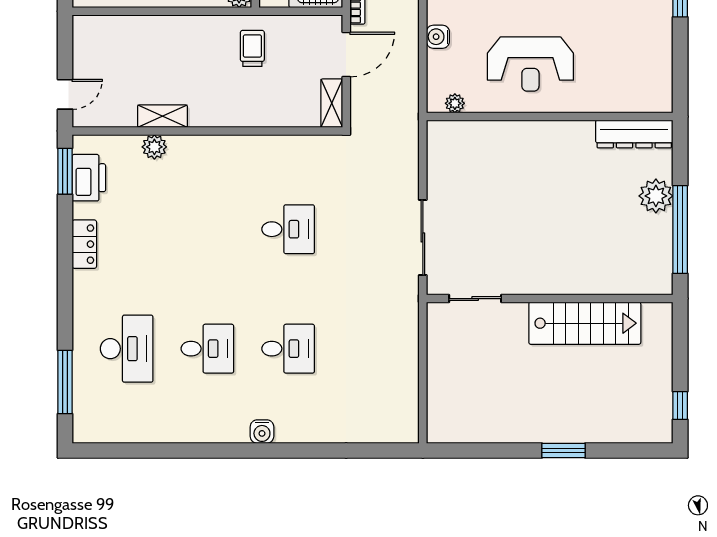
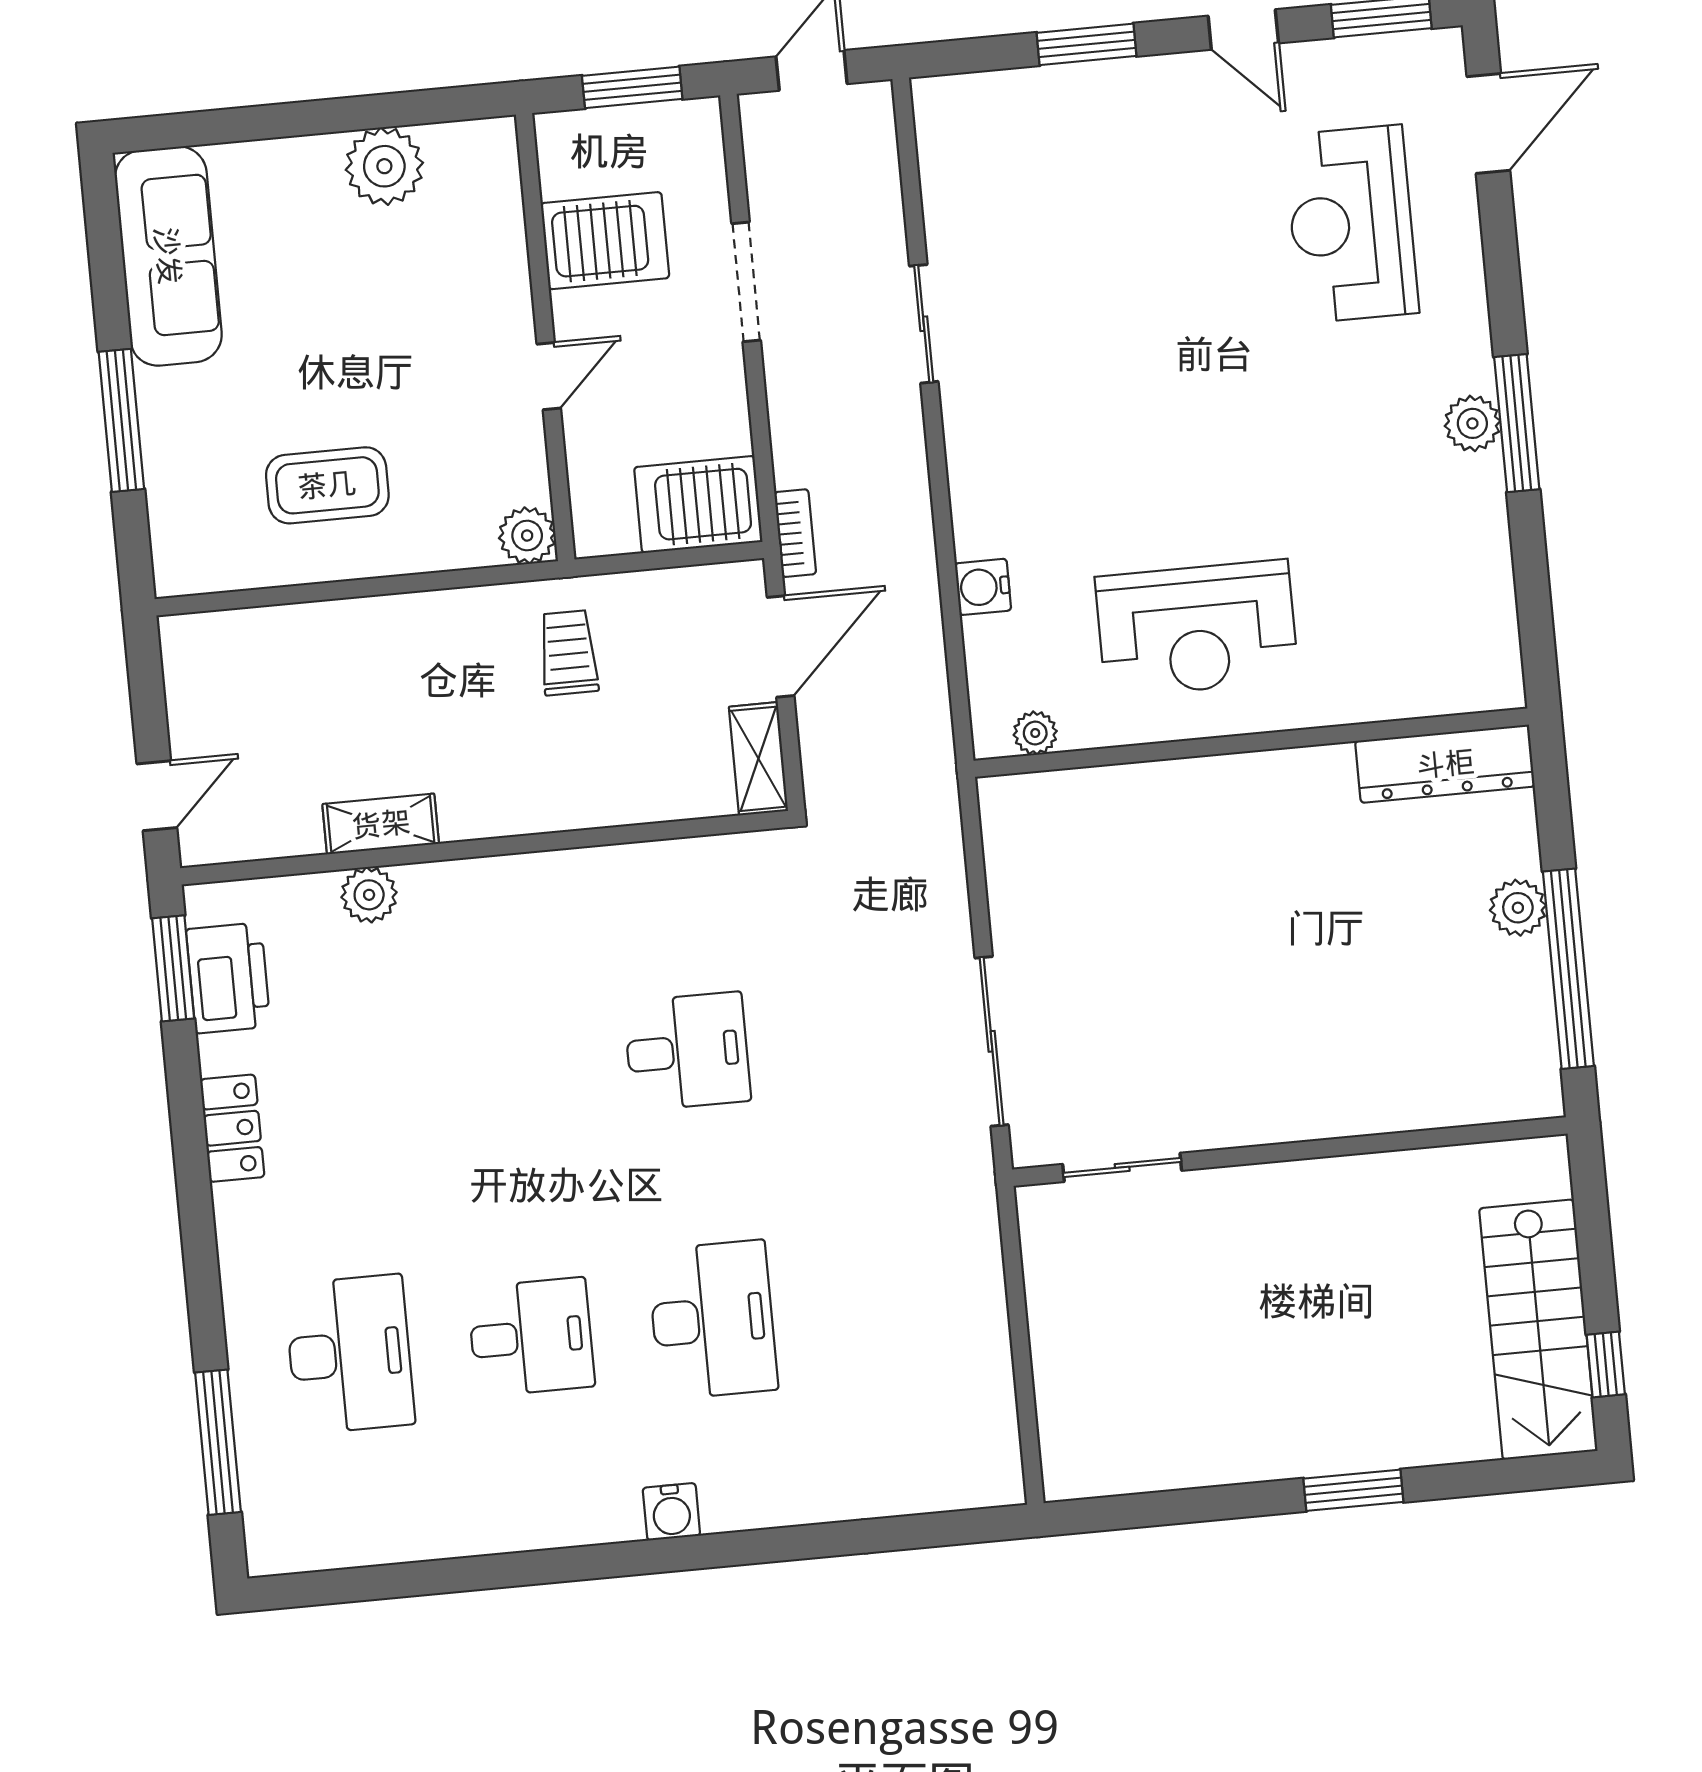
plant: (656, 196) -> (1518, 908), width x0.73, depth x0.73
stairs: (585, 323) -> (1538, 1330), moved, turned 90
desk: (288, 349) -> (713, 1320), width x1.37

